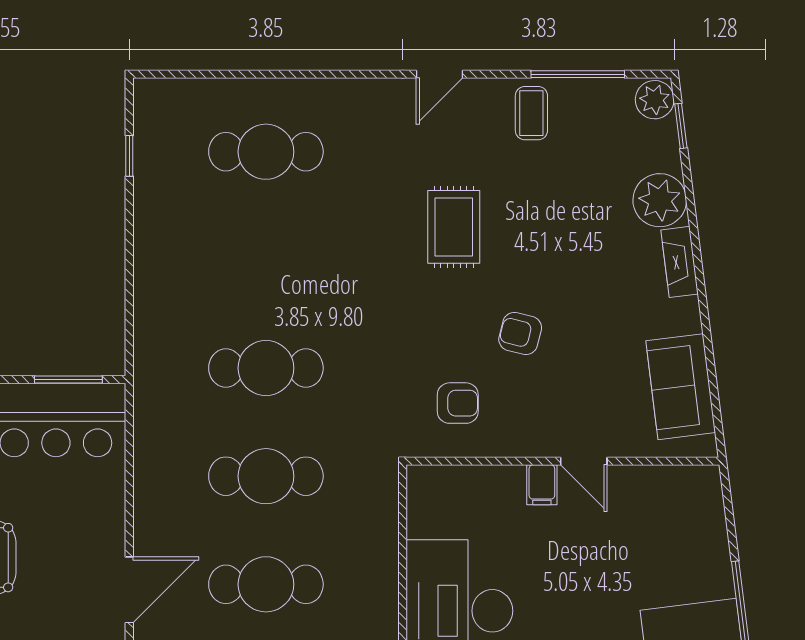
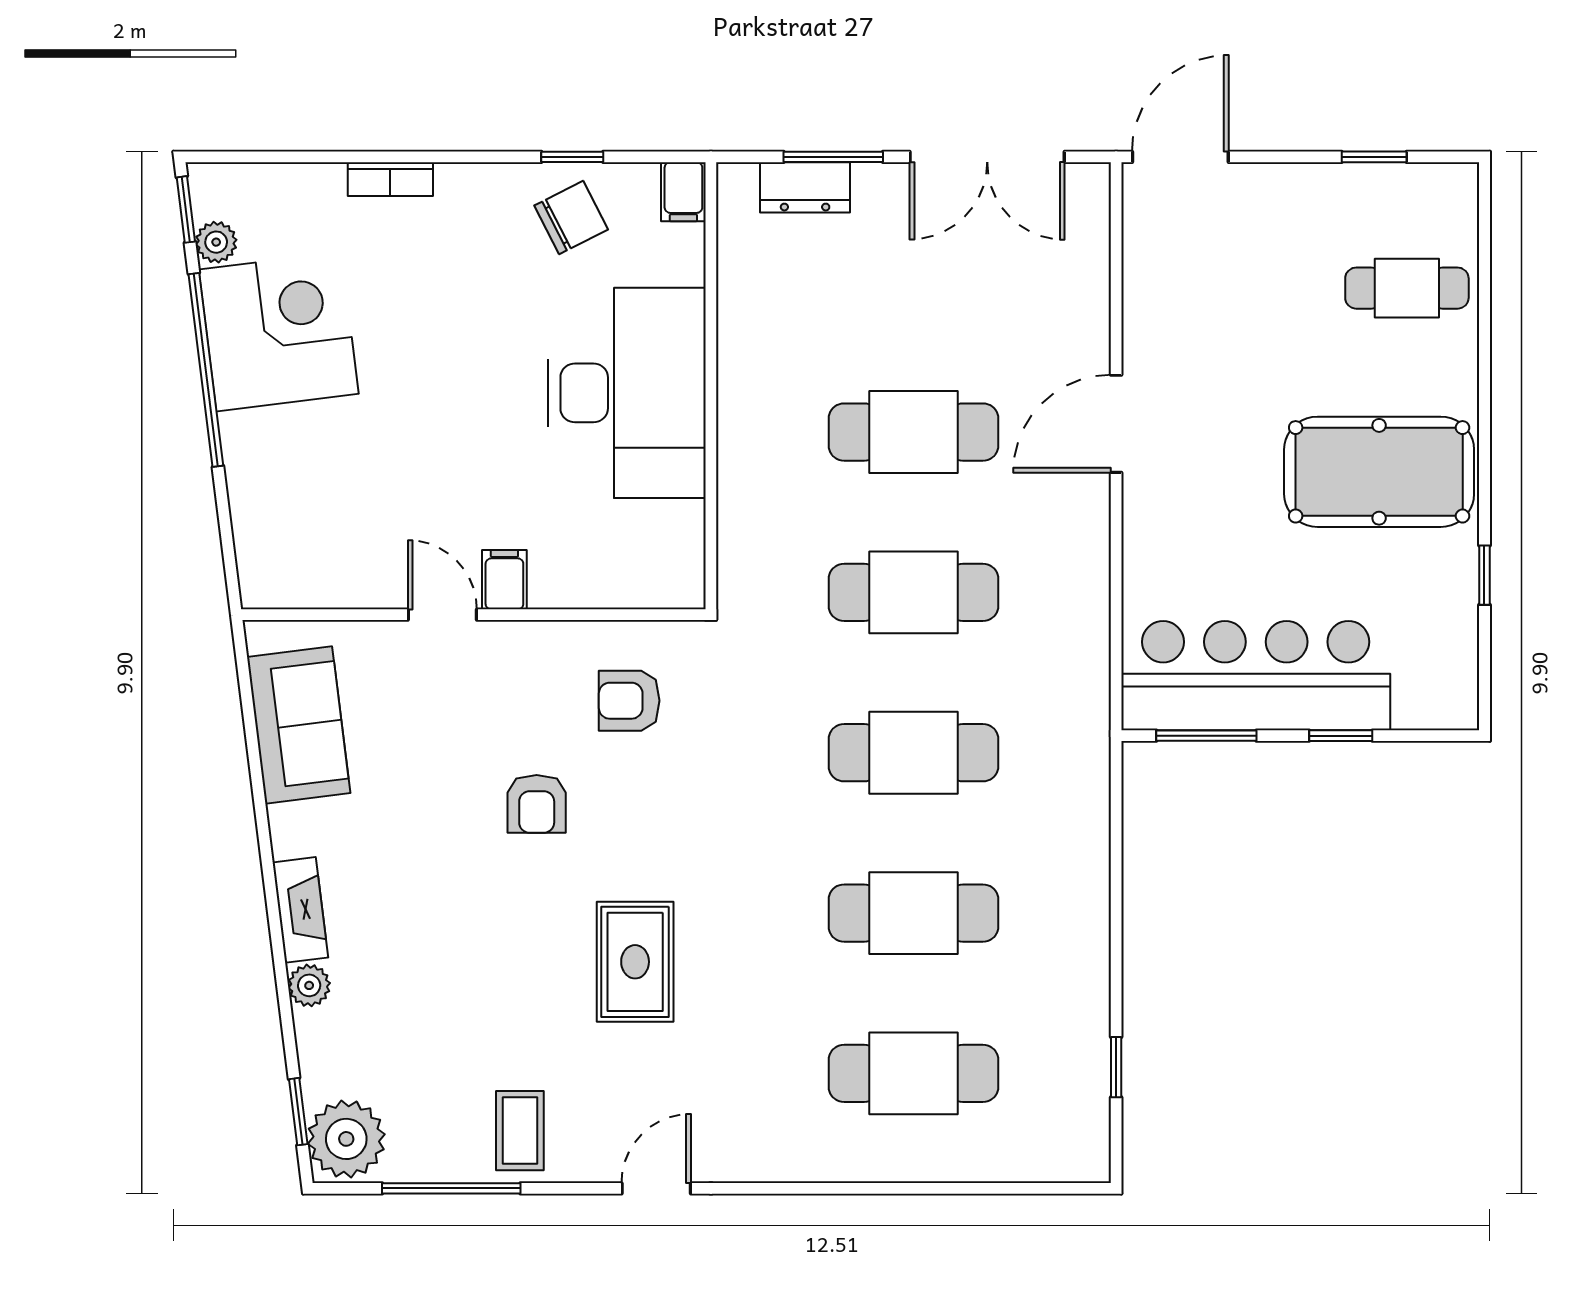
plant: (655, 100) -> (346, 1139), width x1.36, depth x1.36
plant: (660, 200) -> (309, 985), width x0.53, depth x0.53
cafe table: (266, 260) -> (914, 913), added
armchair: (520, 334) -> (537, 804), turned 76

